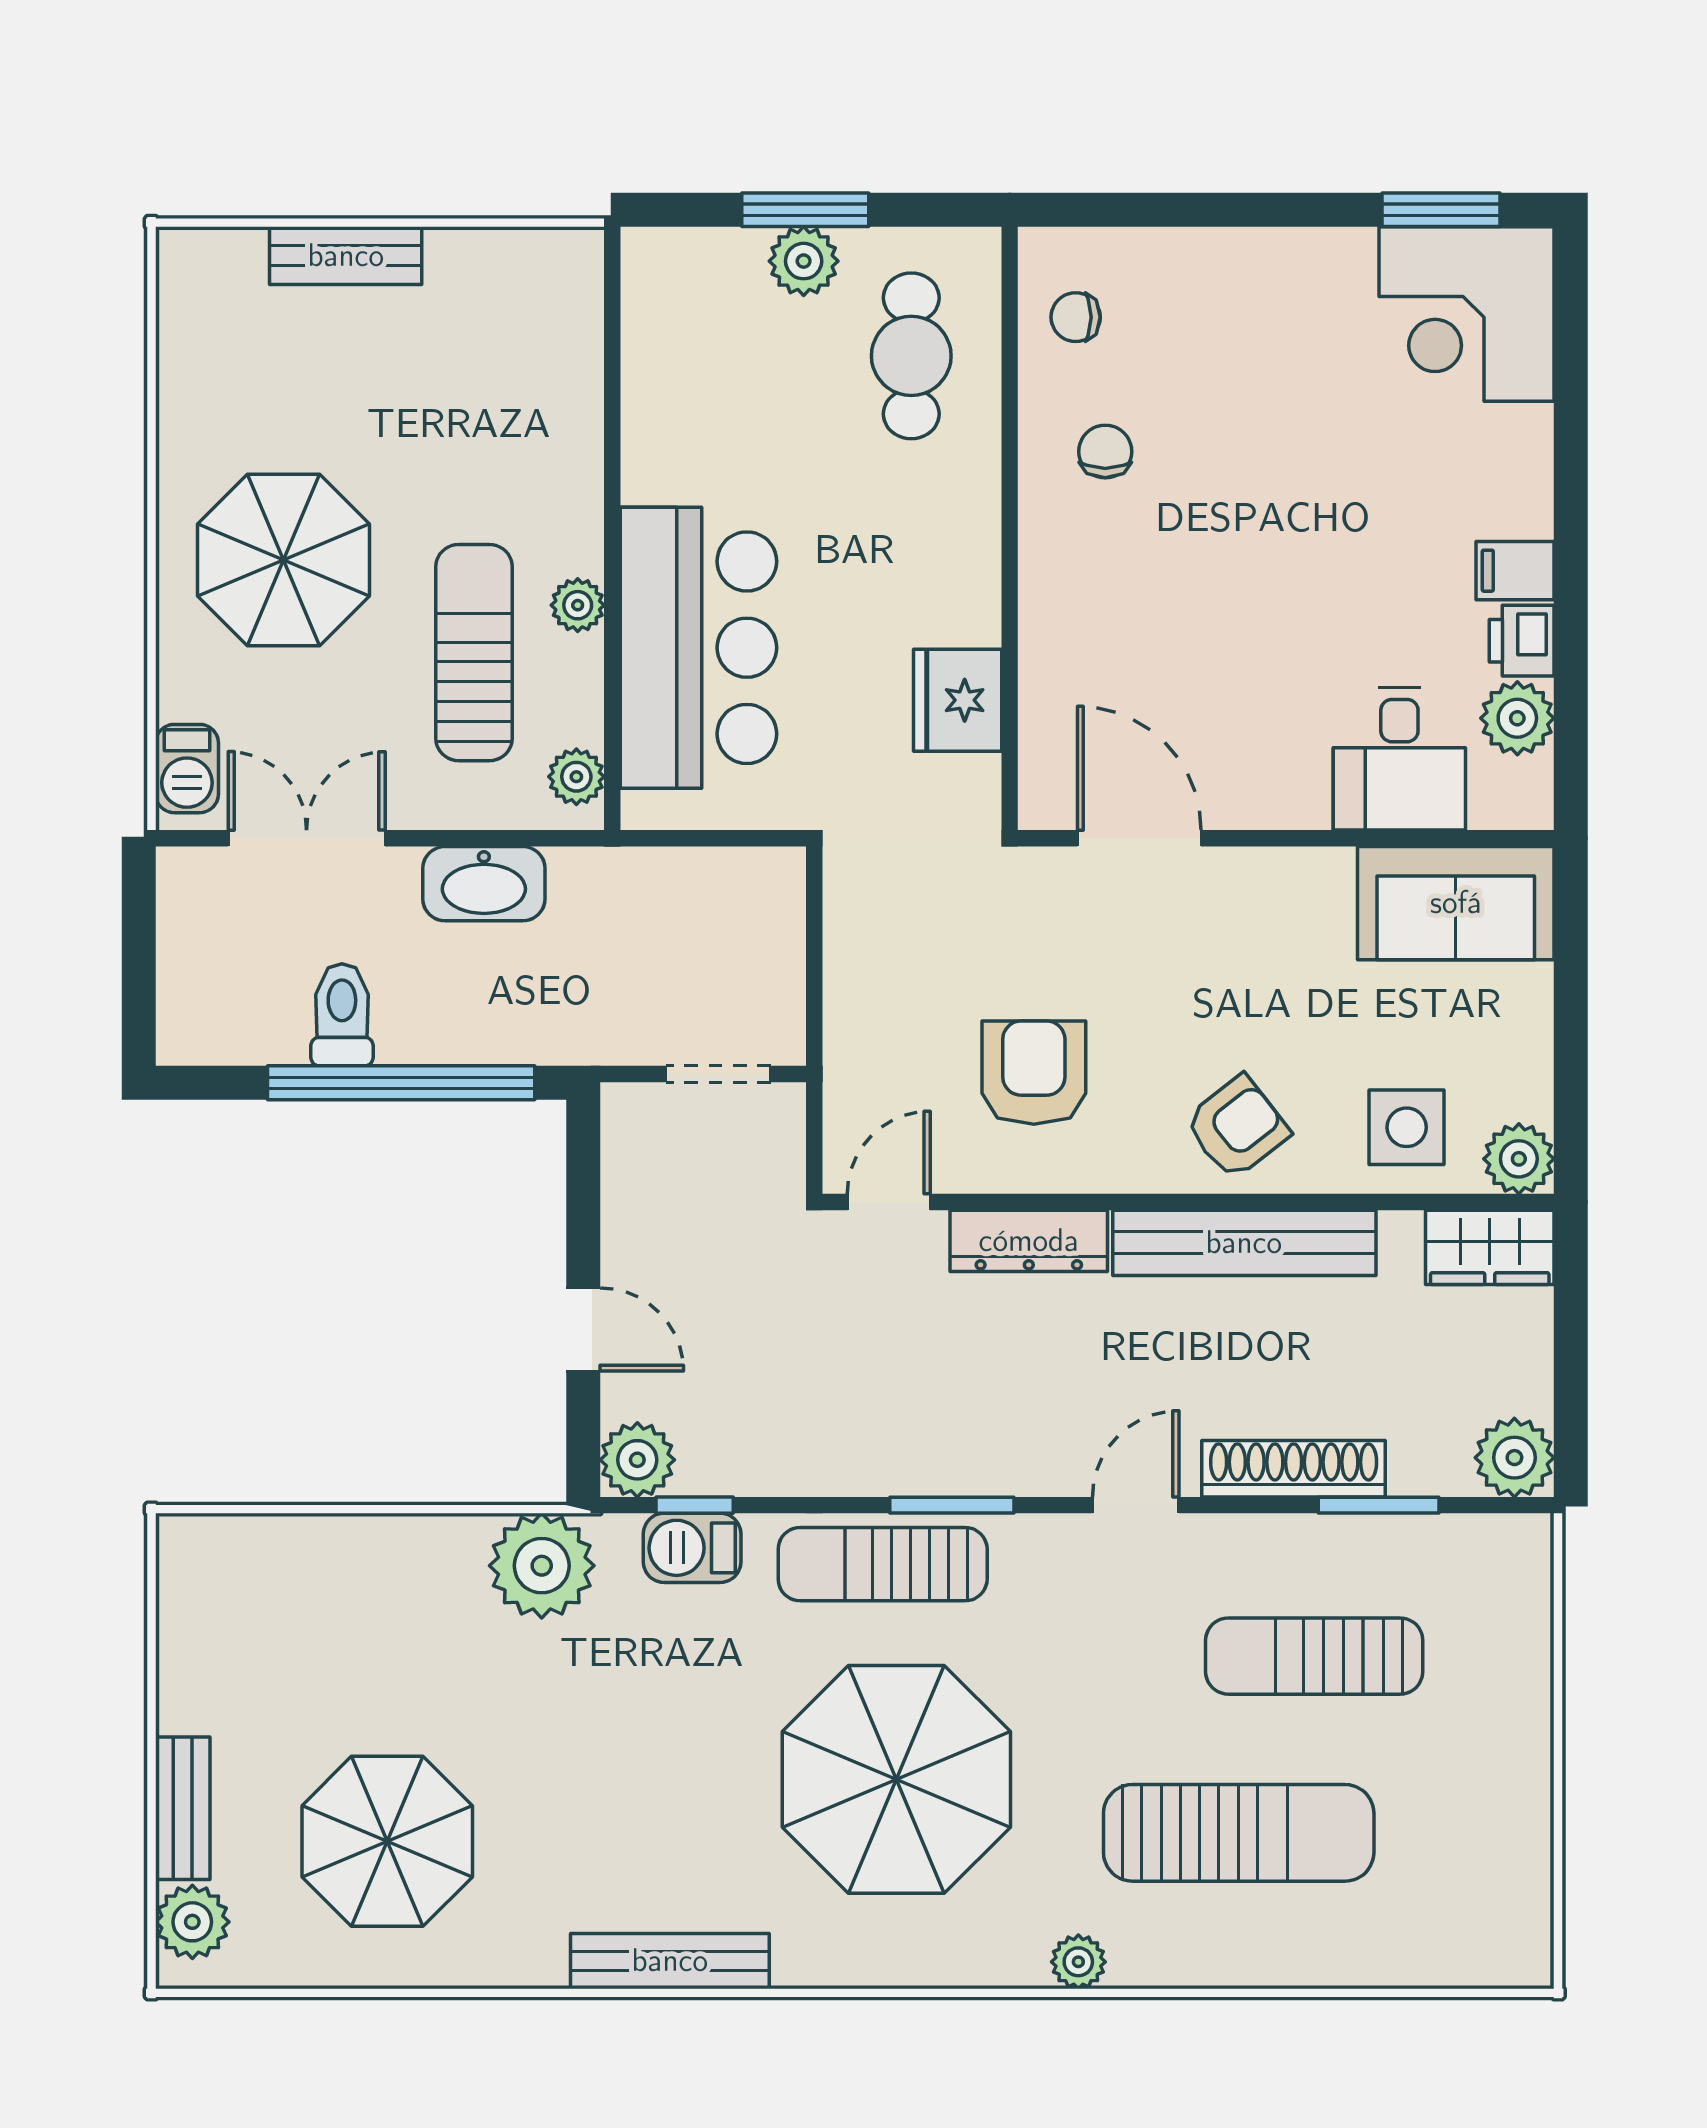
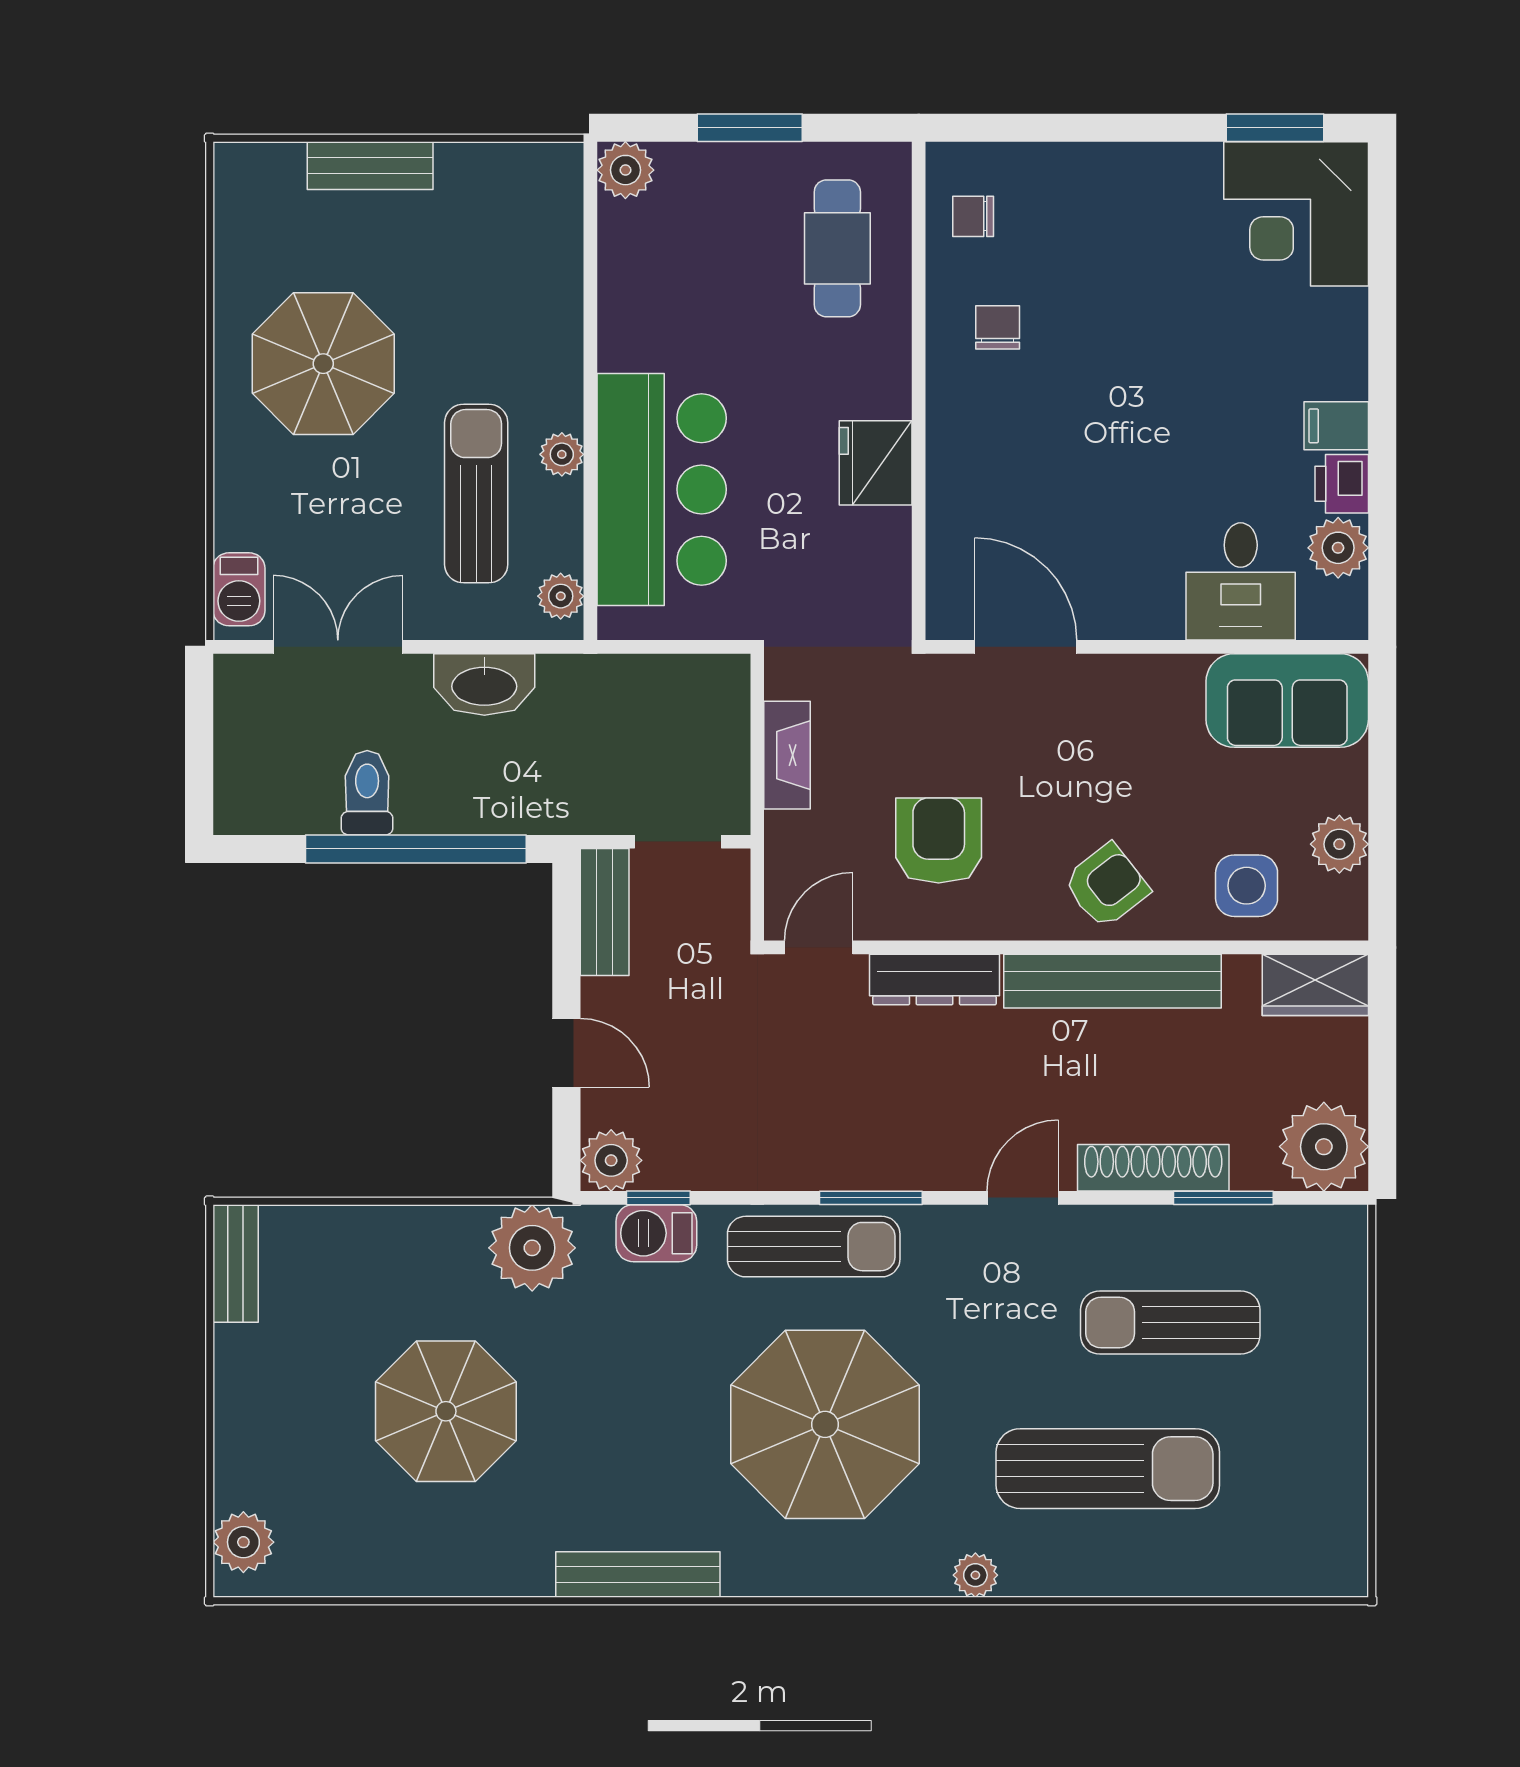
plant: (804, 261) -> (625, 170), moved
parasol: (283, 560) -> (323, 364), moved
fridge: (958, 700) -> (876, 463), moved
fireplace: (850, 969) -> (787, 755), added
bench: (629, 1159) -> (605, 912), added
plant: (1519, 1159) -> (1339, 844), moved
plant: (1514, 1458) -> (1324, 1147), width x1.36, depth x1.36
sun lounger: (883, 1564) -> (814, 1247), turned 180
bench: (183, 1808) -> (236, 1263), moved
parasol: (387, 1841) -> (446, 1411), moved

